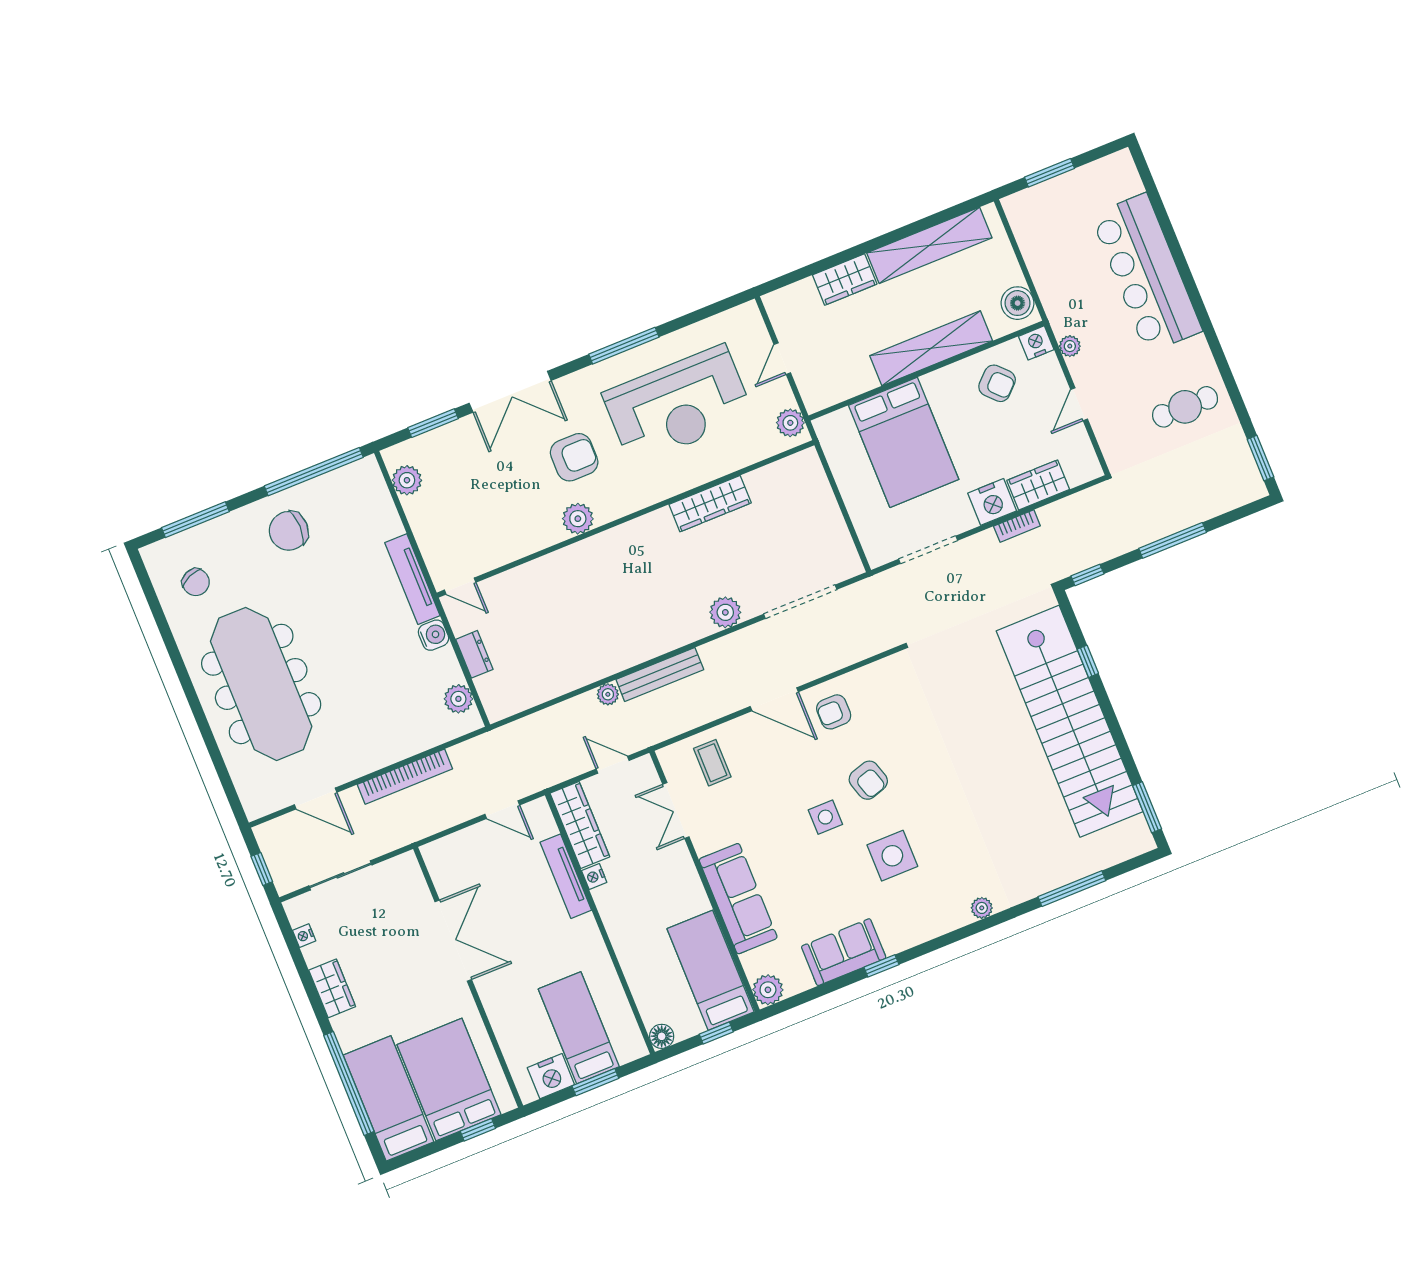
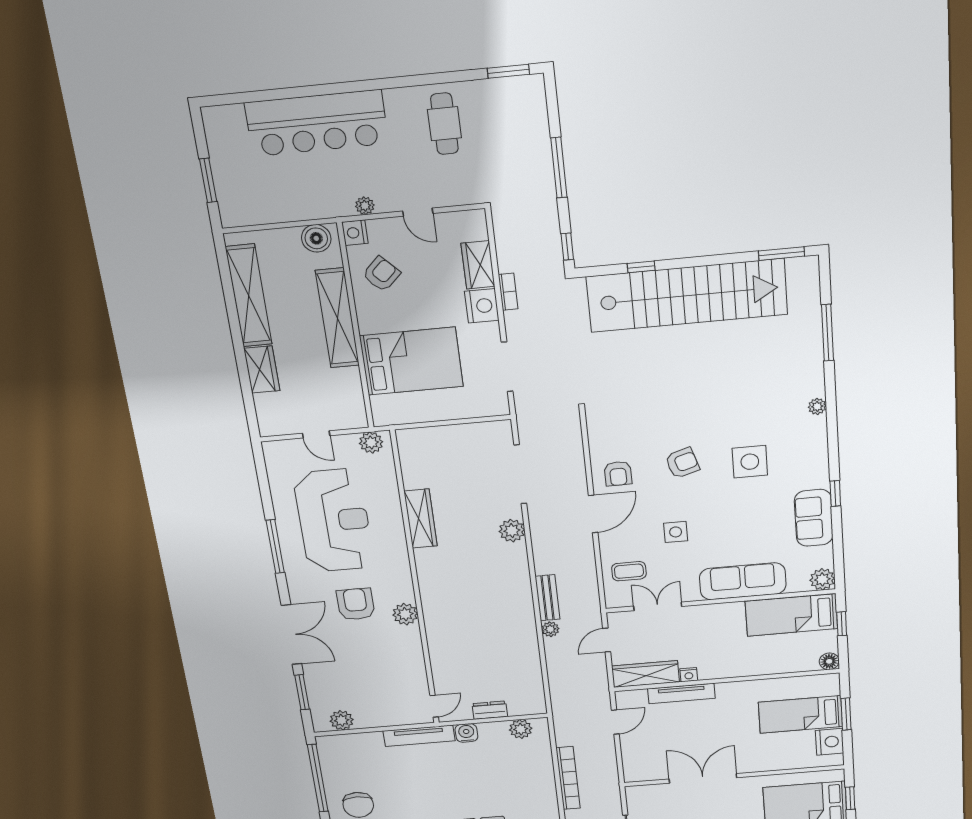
bench: (660, 674) -> (548, 598), width x0.73
double door: (676, 811) -> (658, 606), swing flipped
side table: (825, 817) -> (676, 532), moved

